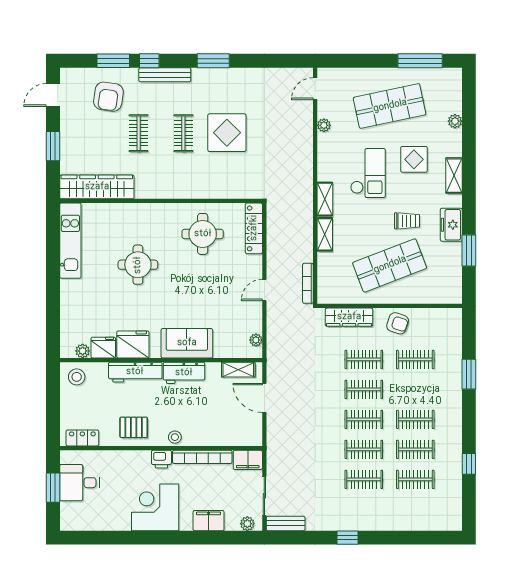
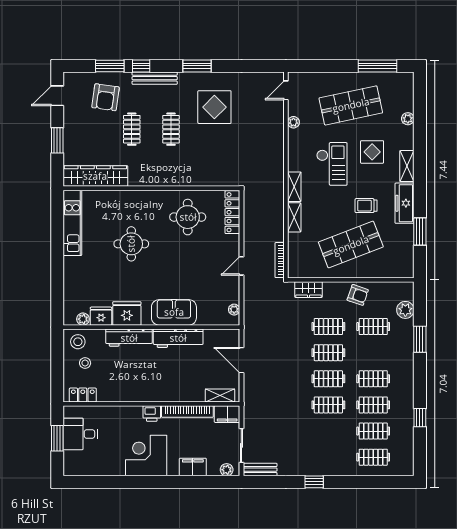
display table: (227, 133) -> (214, 107), moved
trolley: (407, 221) -> (366, 206), turned 180
freezer: (451, 225) -> (405, 203), width x1.40
wardrobe: (349, 317) -> (308, 290), width x0.67
plant: (452, 340) -> (405, 310), added
shelving: (238, 370) -> (220, 396), moved
workbench: (184, 373) -> (178, 338), width x1.38
pallet: (134, 427) -> (128, 386), removed
stool: (175, 437) -> (85, 363), moved
clothes rail: (364, 479) -> (373, 457), moved

